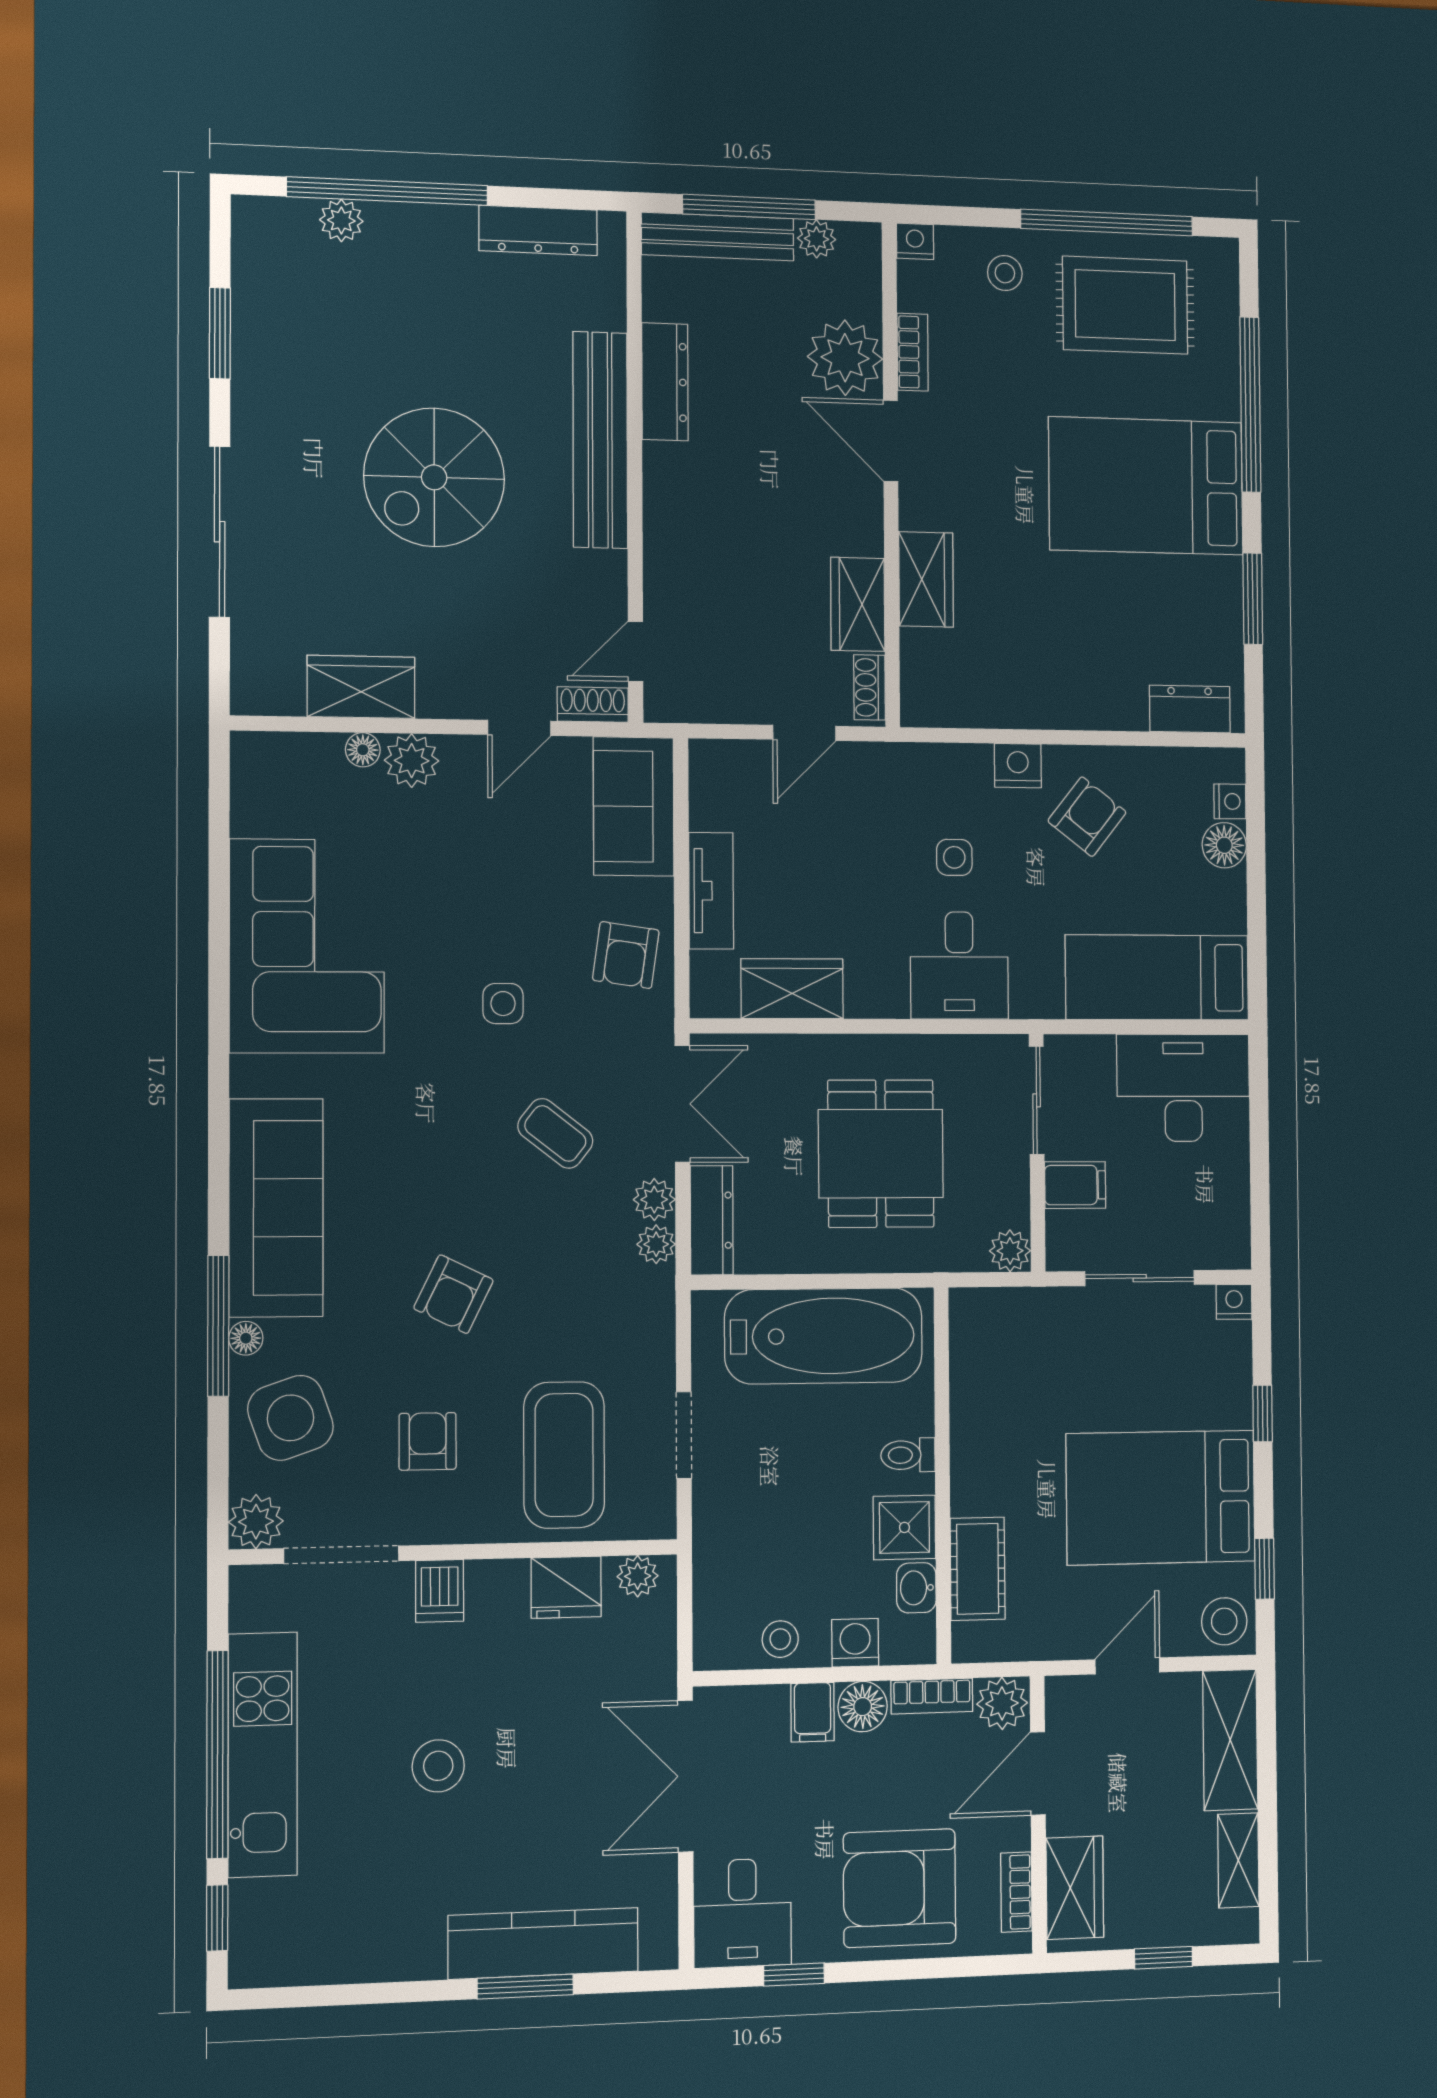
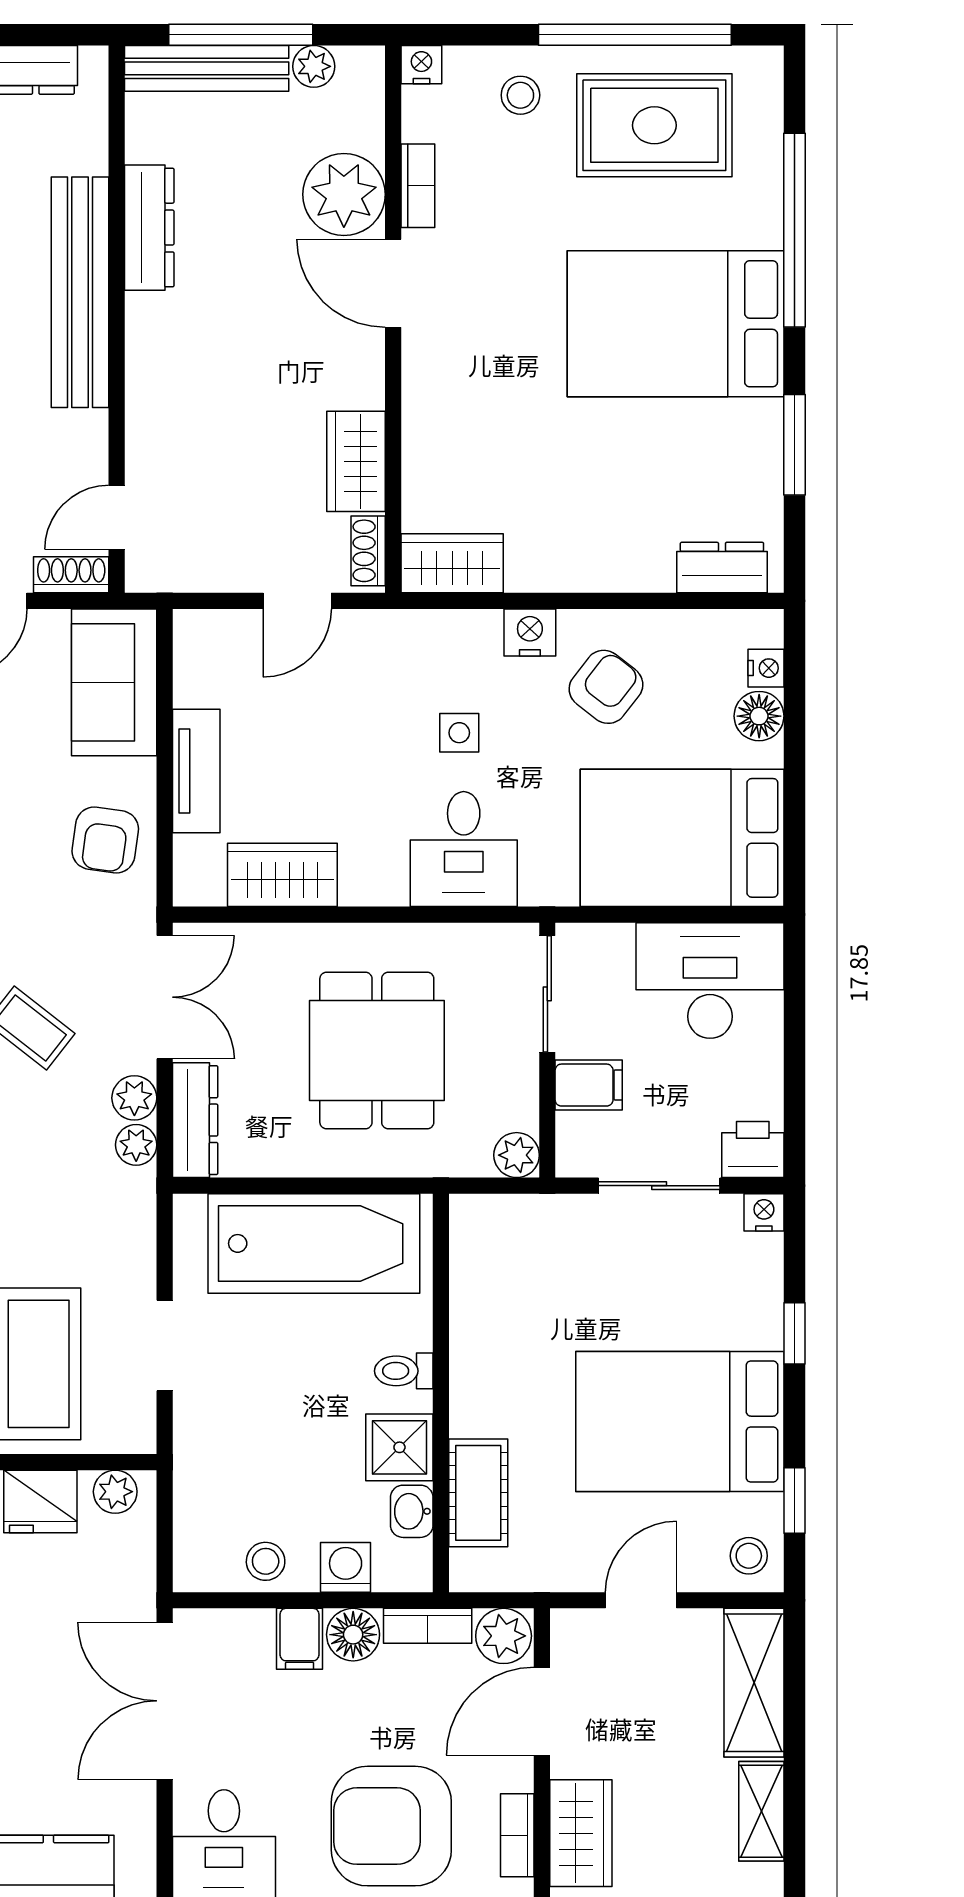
wardrobe: (926, 579) -> (452, 563), moved, turned -90
bed: (1157, 977) -> (682, 838), width x1.50
printer: (1223, 1244) -> (753, 1150), added
stool: (1224, 1621) -> (749, 1556), width x0.73, depth x0.73

